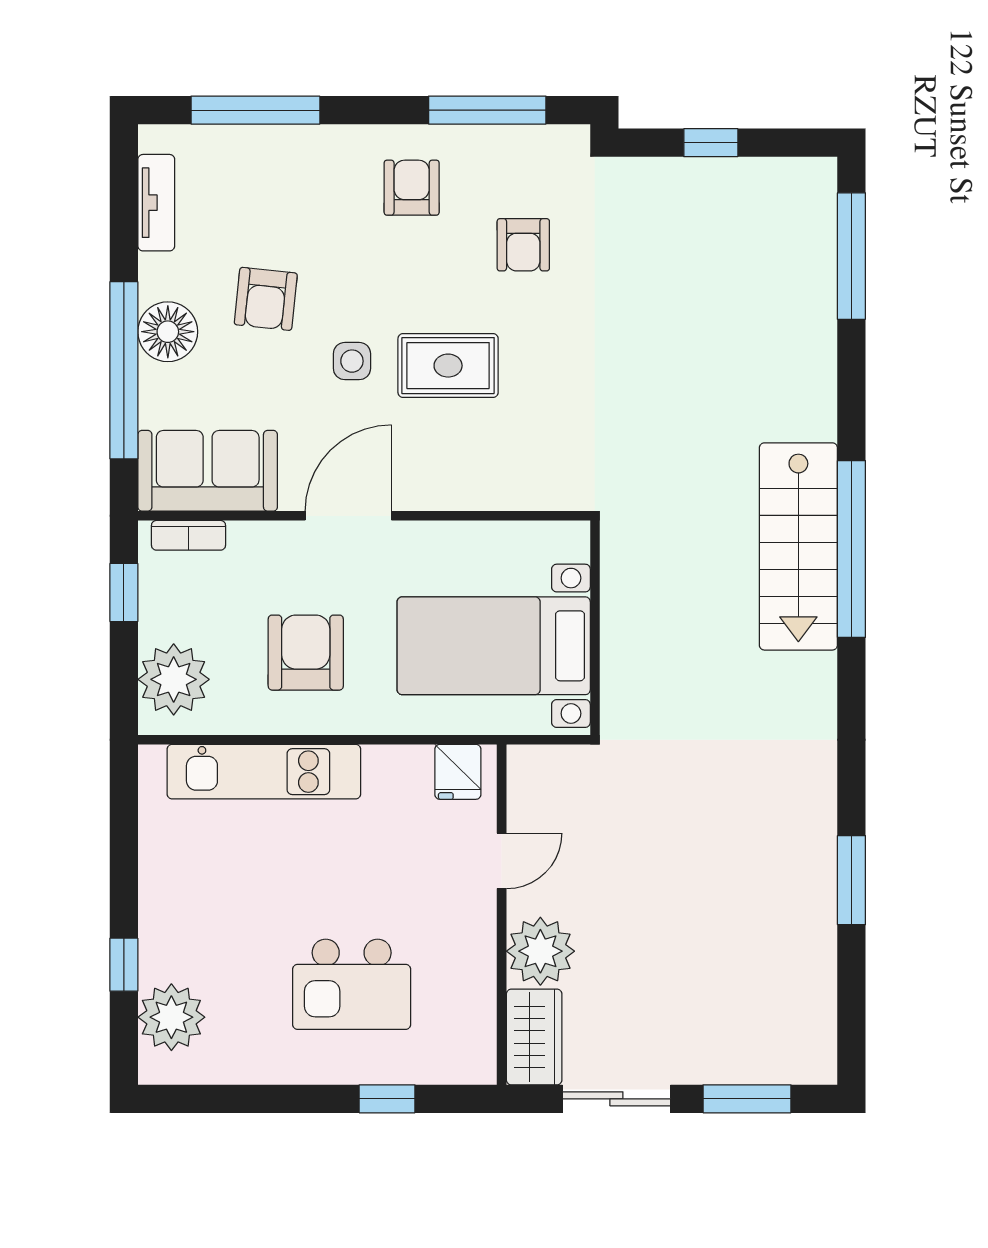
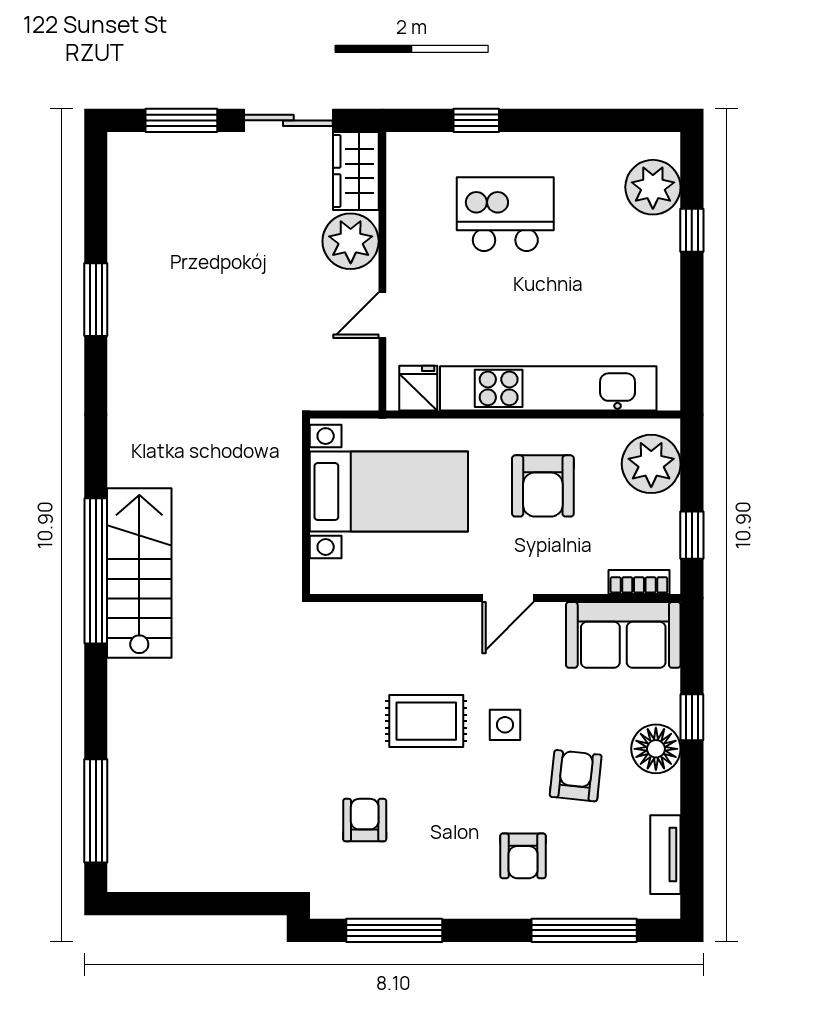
window: (711, 143) -> (211, 904), removed
armchair: (412, 188) -> (523, 856), moved
window: (124, 370) -> (692, 717), width x0.32
door: (348, 516) -> (508, 598), width x0.73
kitchen unit: (264, 772) -> (548, 388), width x1.36

